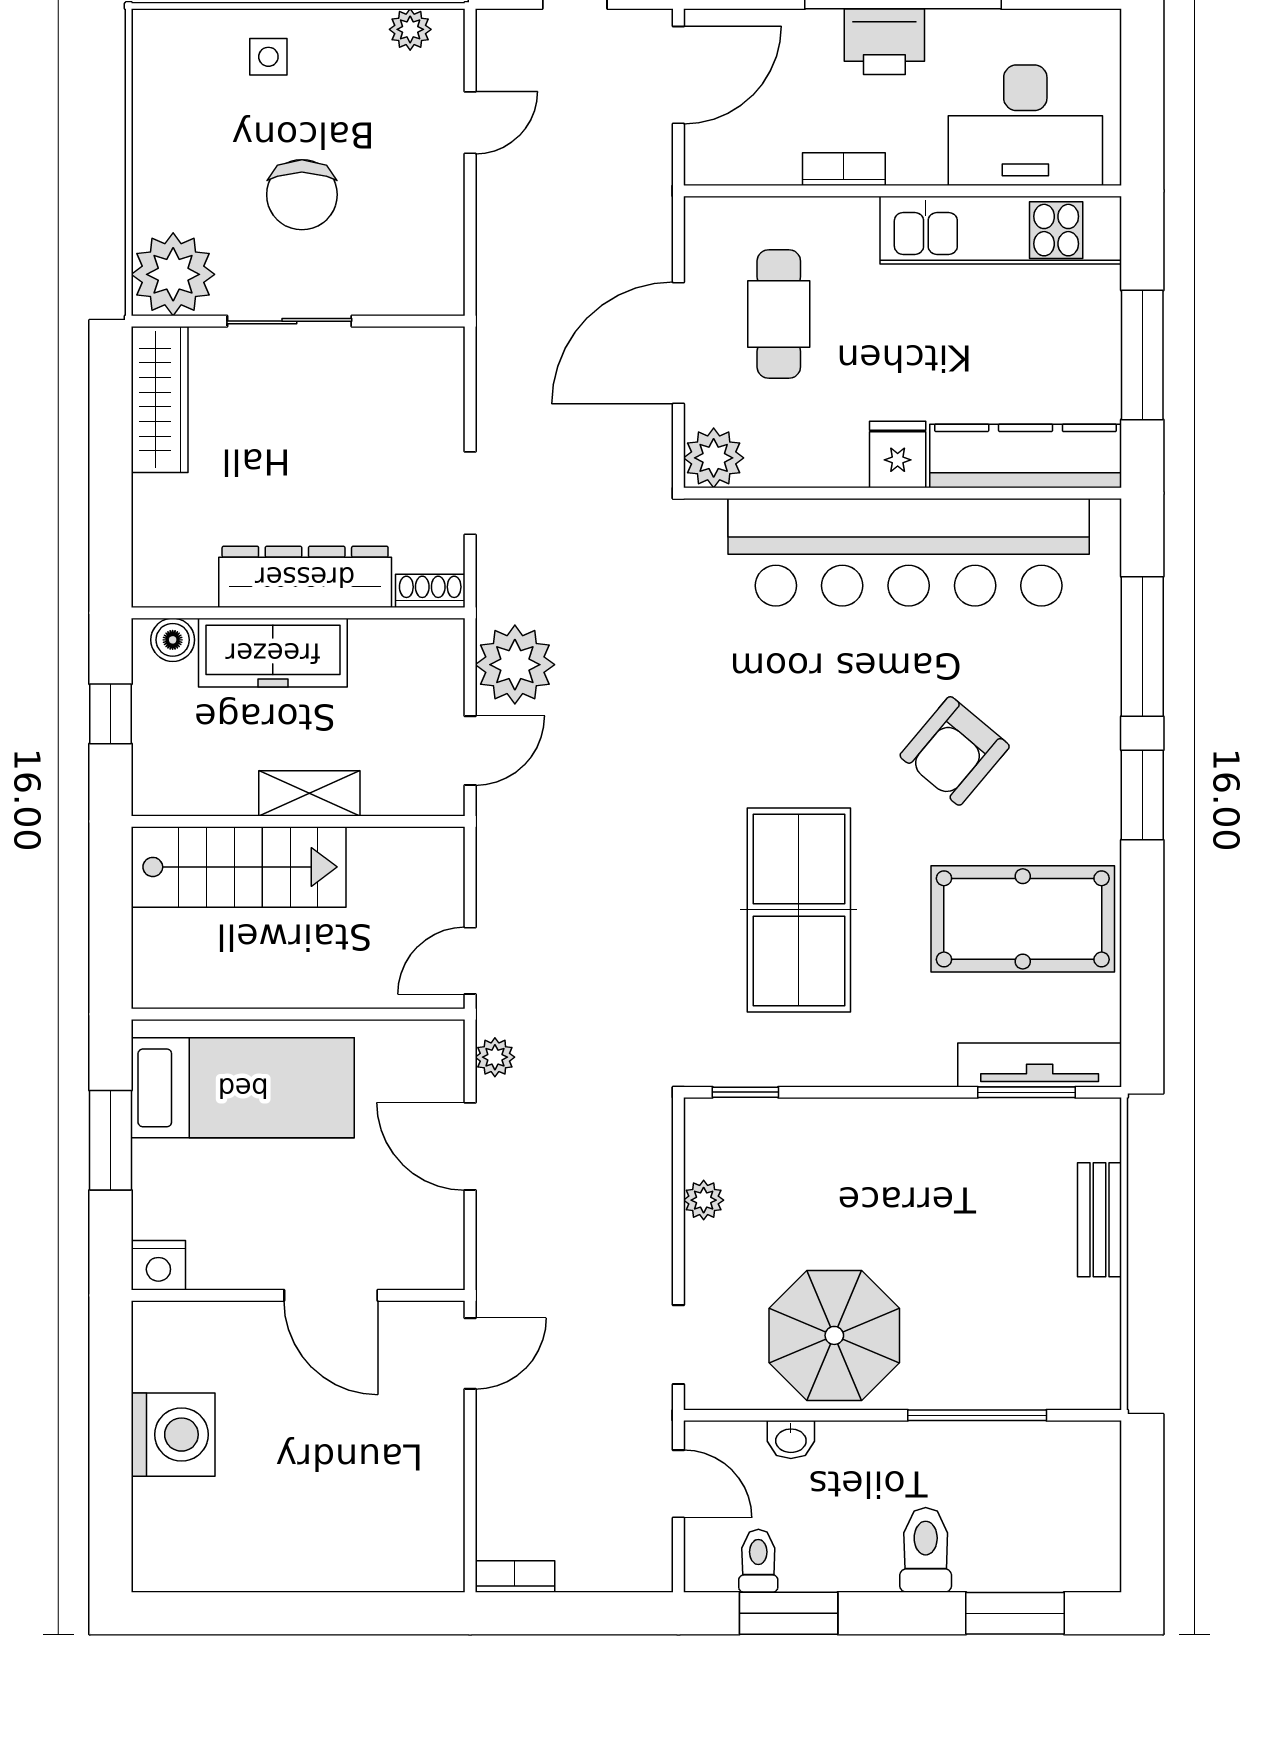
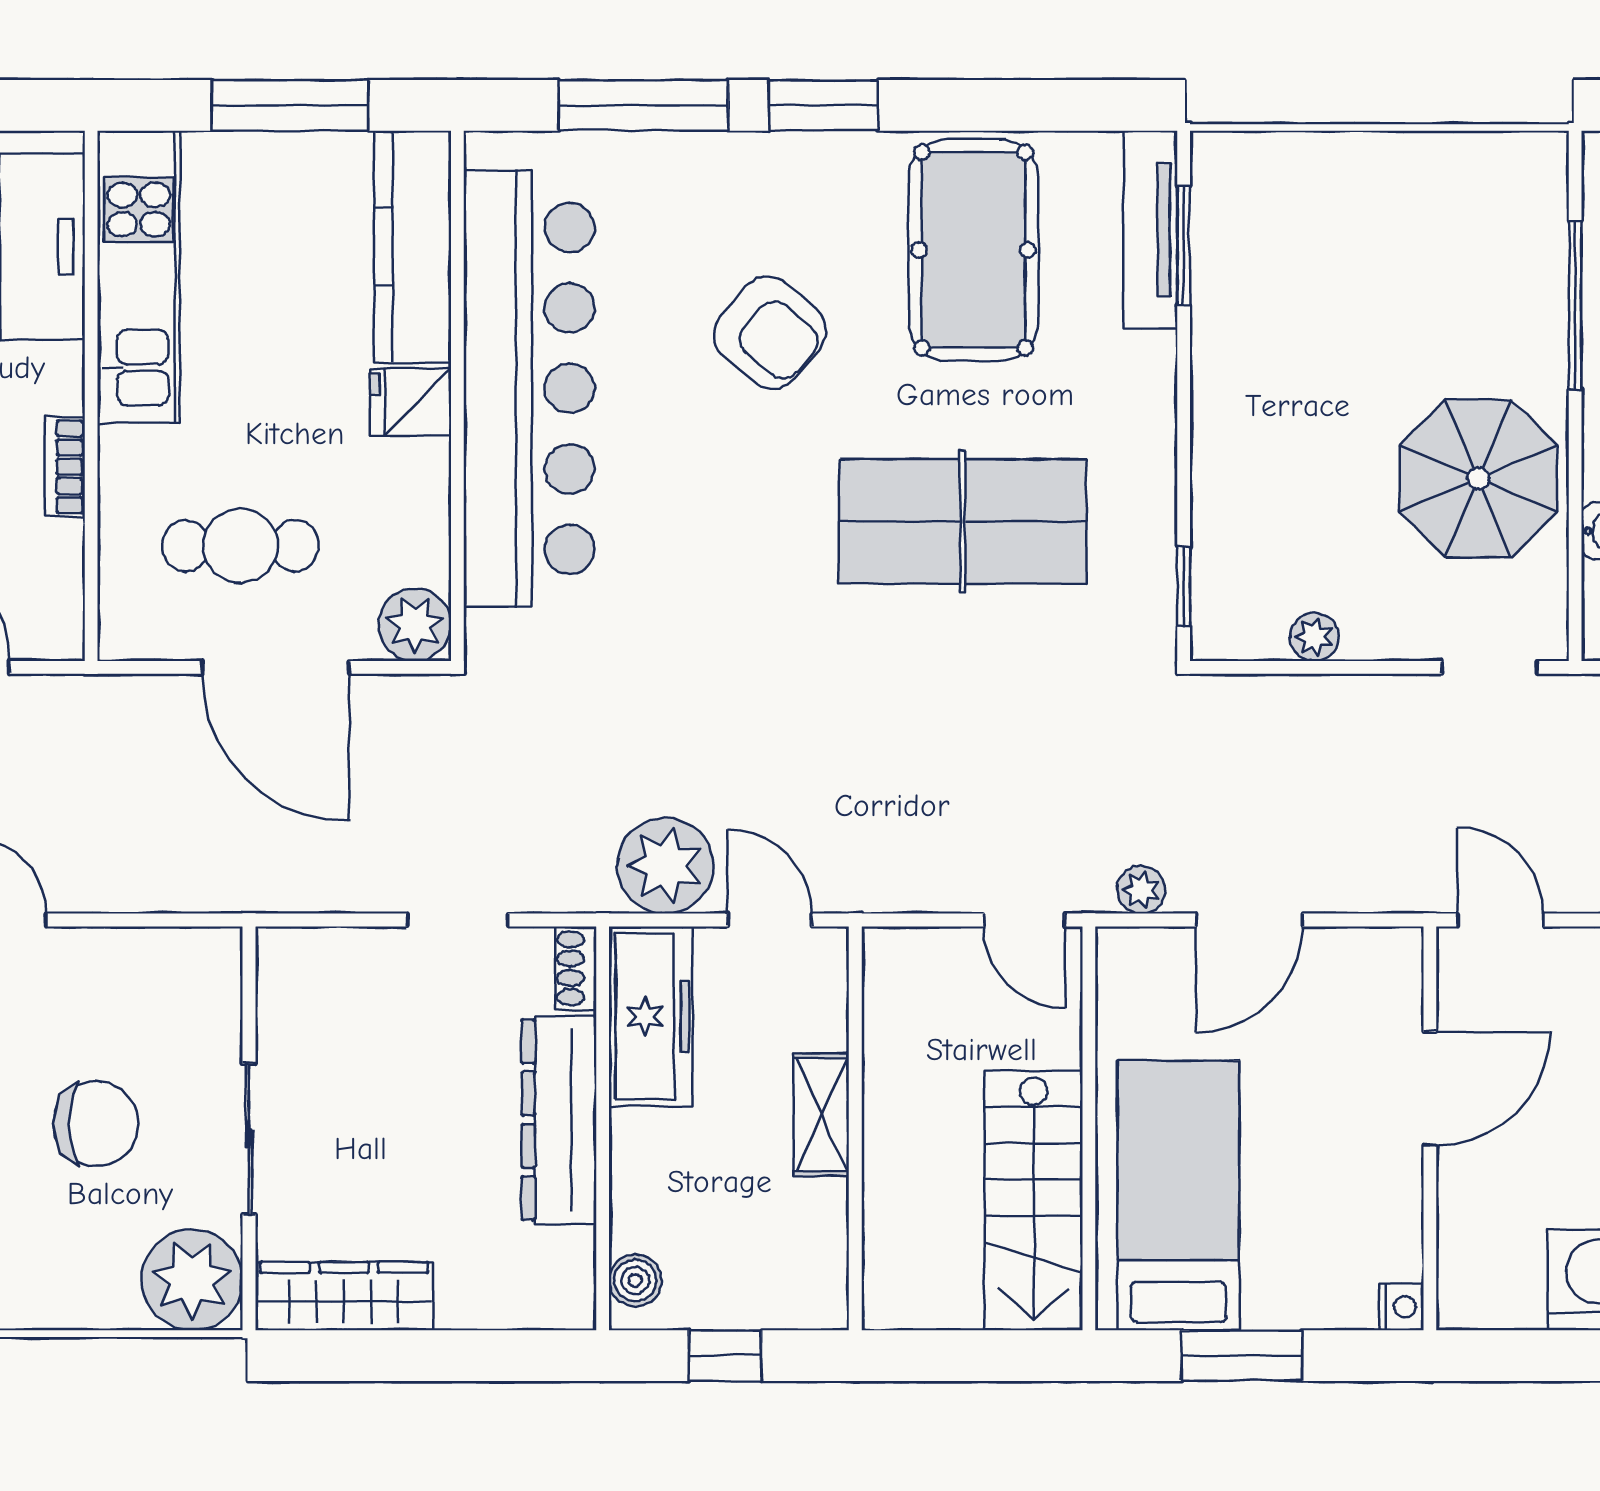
freezer: (273, 653) -> (651, 1016), moved
stairs: (239, 867) -> (1034, 1201), moved, turned 180
bench: (1100, 1220) -> (1338, 157), removed
nightstand: (158, 1265) -> (1401, 1307), width x0.72, depth x0.74

